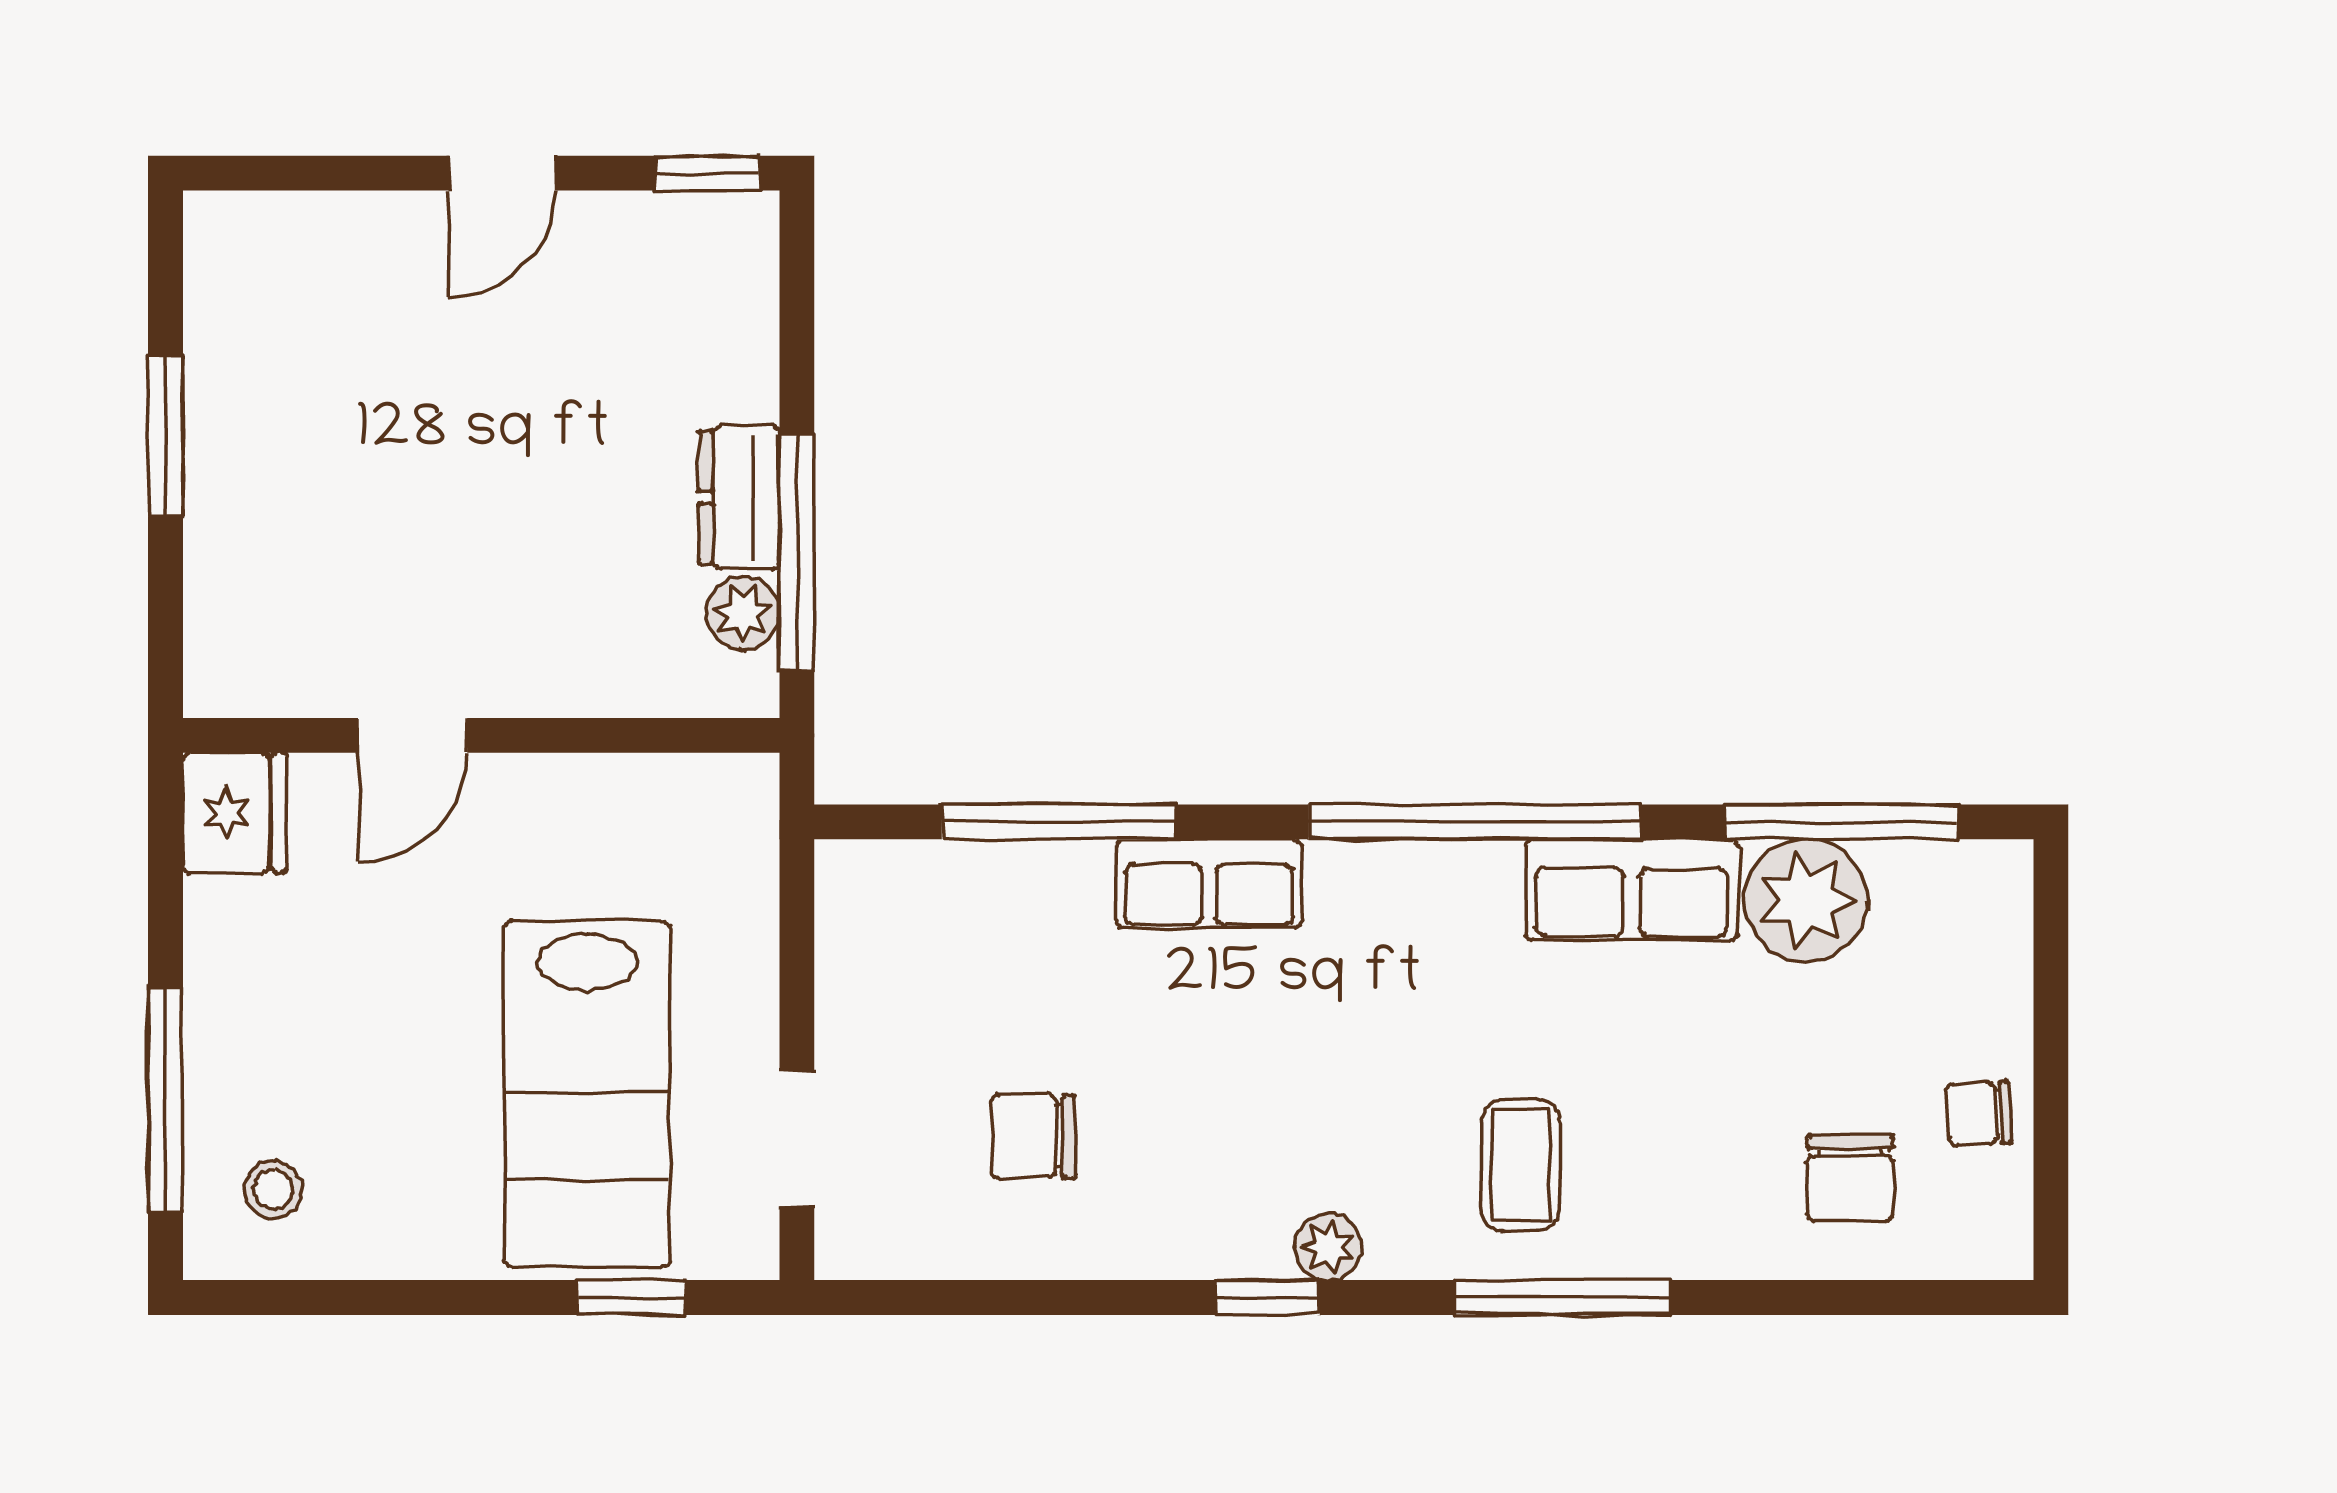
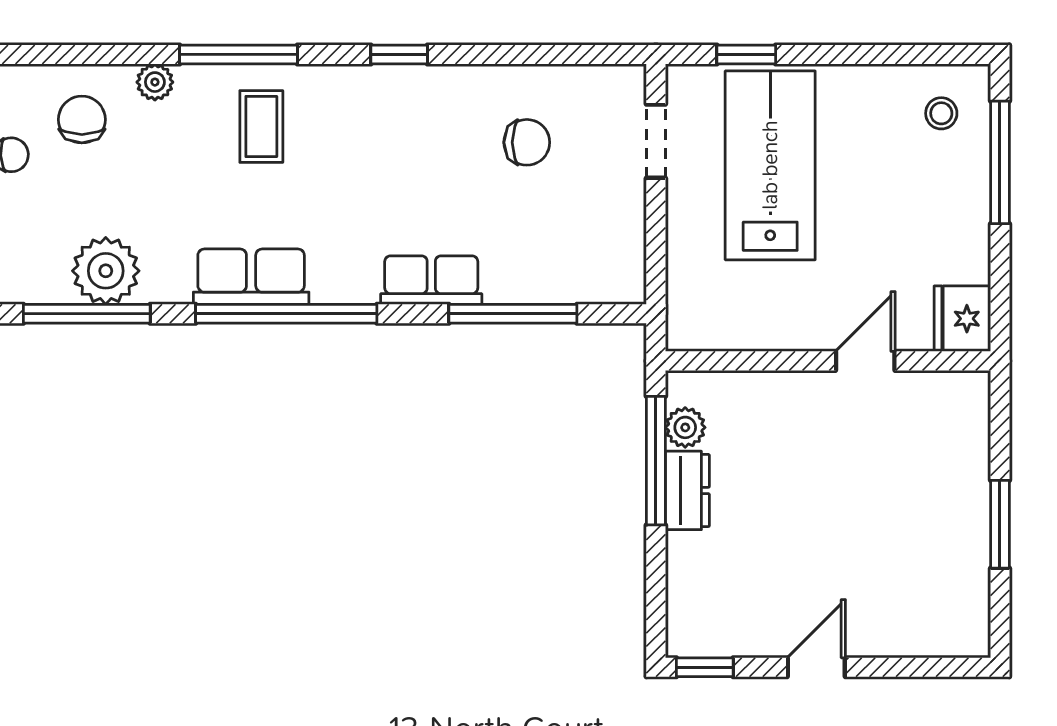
row of seats: (1632, 890) -> (251, 277), moved
plant: (1328, 1247) -> (155, 82), moved

